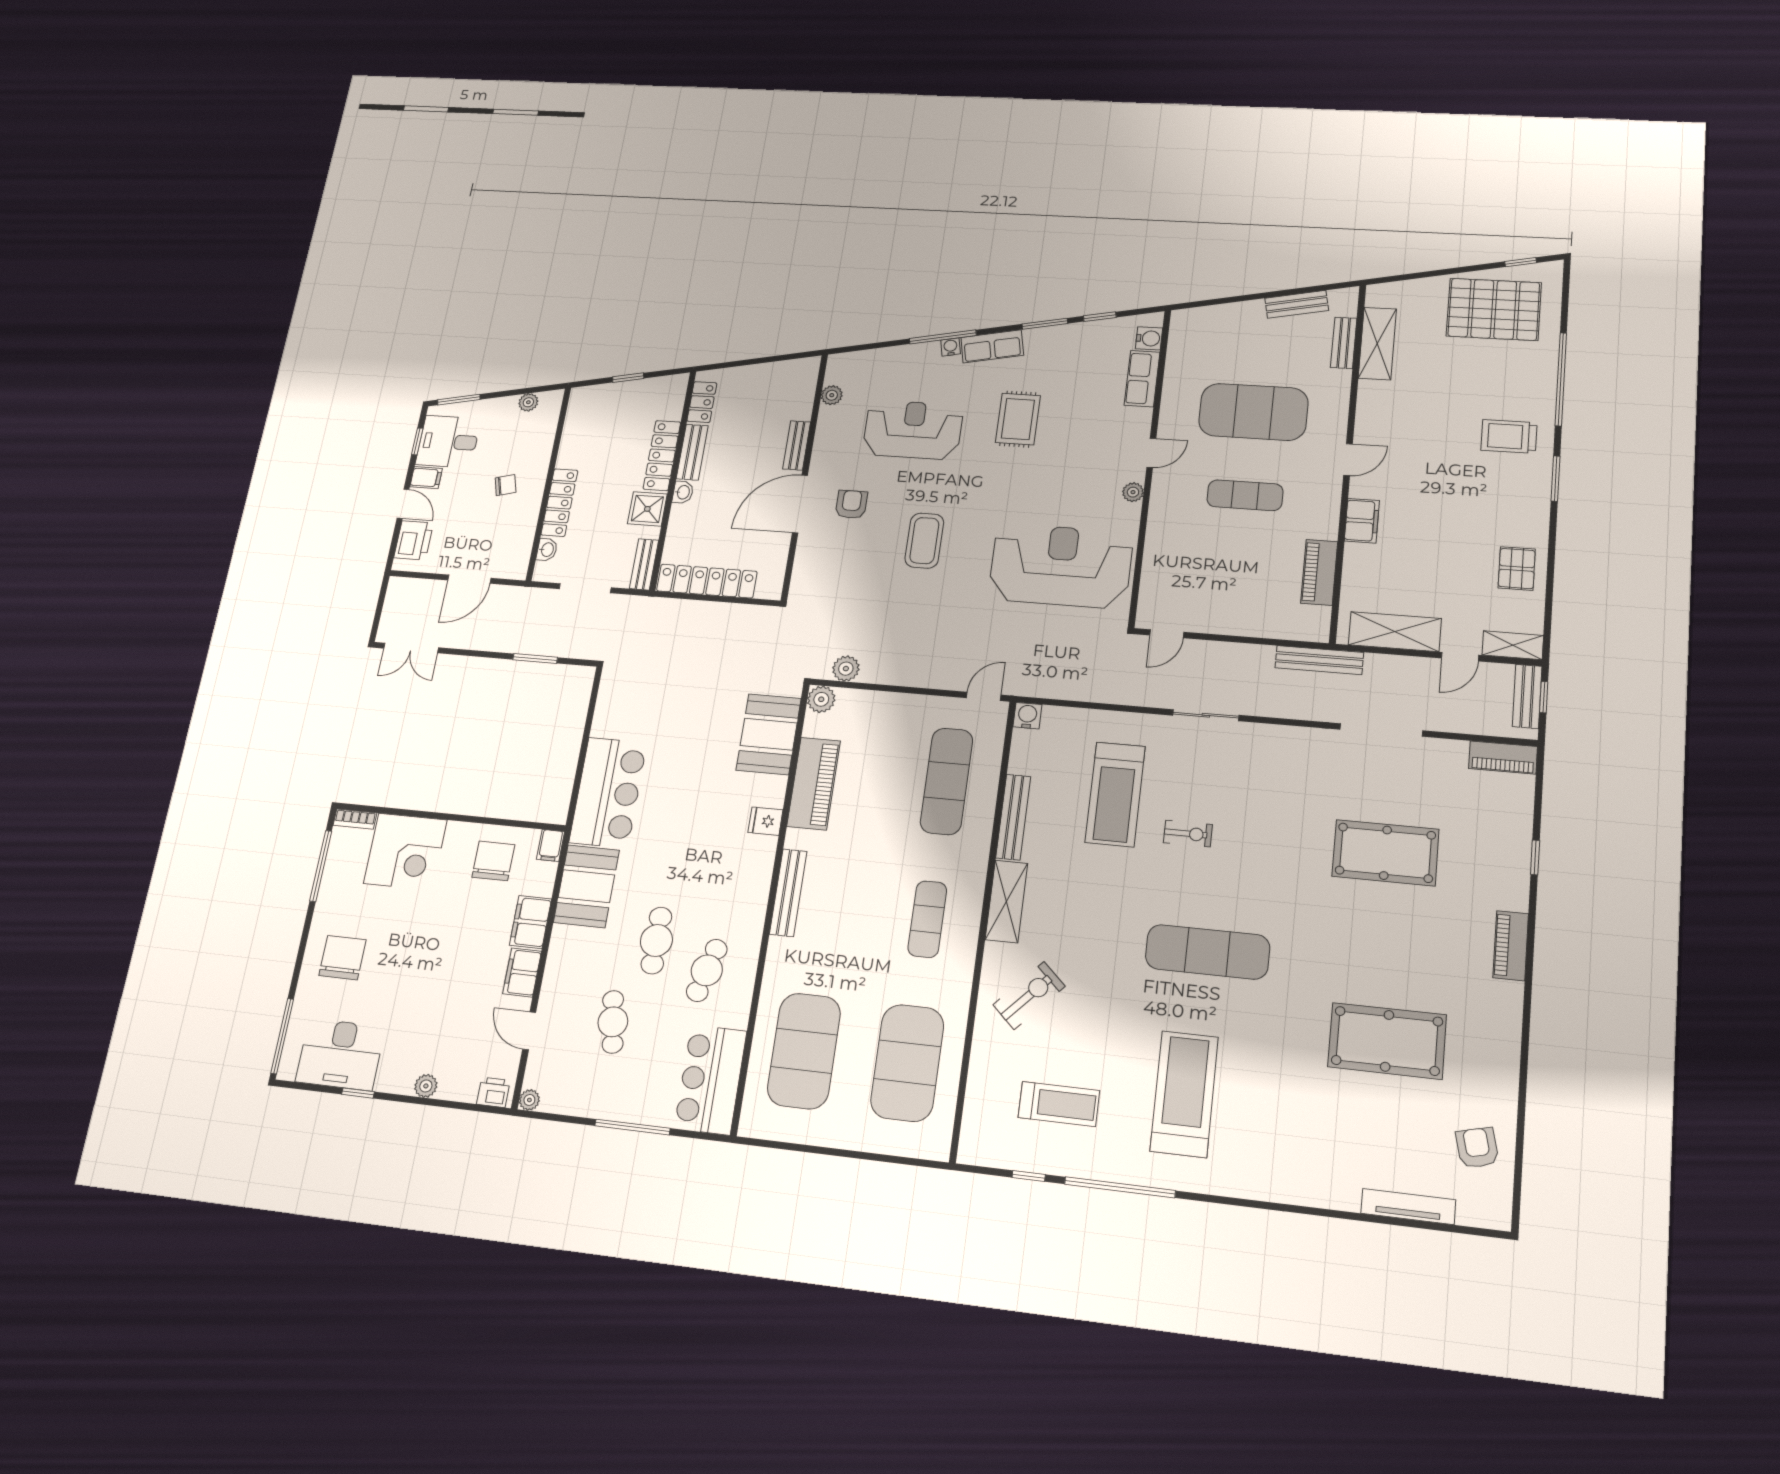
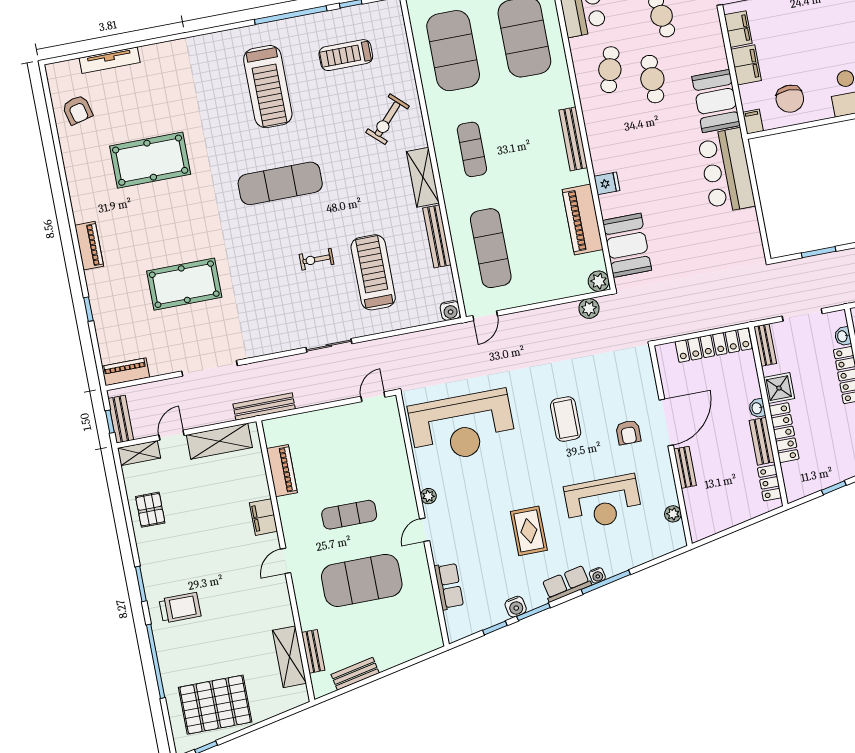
water cooler: (1149, 338) -> (516, 607), moved, turned -102

